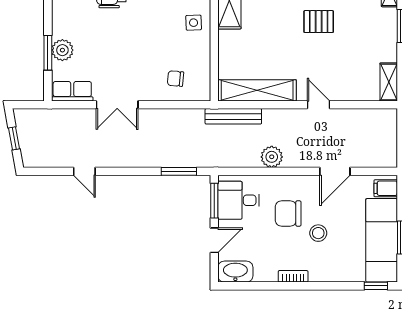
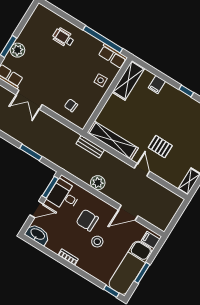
pallet: (319, 22) -> (160, 147), moved
bench: (233, 116) -> (90, 147), width x0.73
window: (179, 171) -> (31, 152), moved

